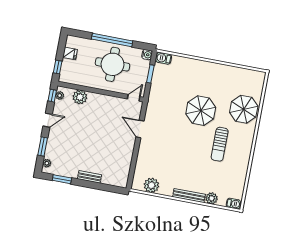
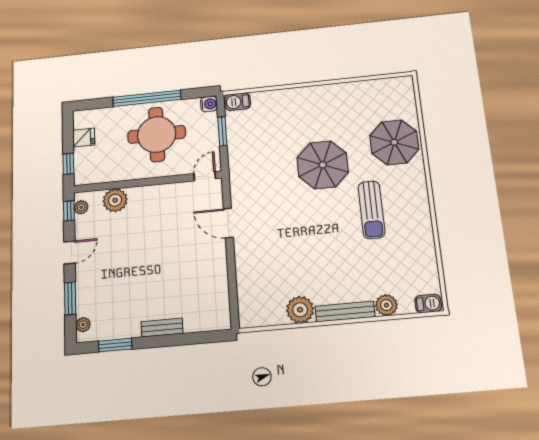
plant: (151, 185) -> (300, 310), moved

